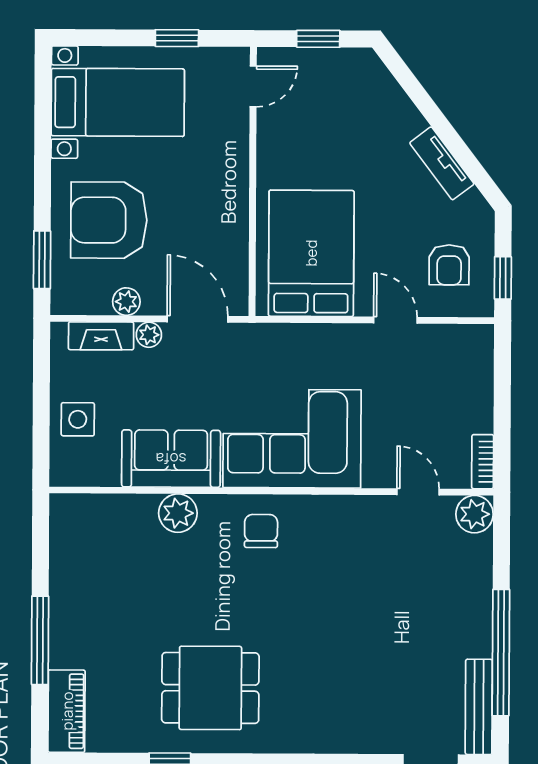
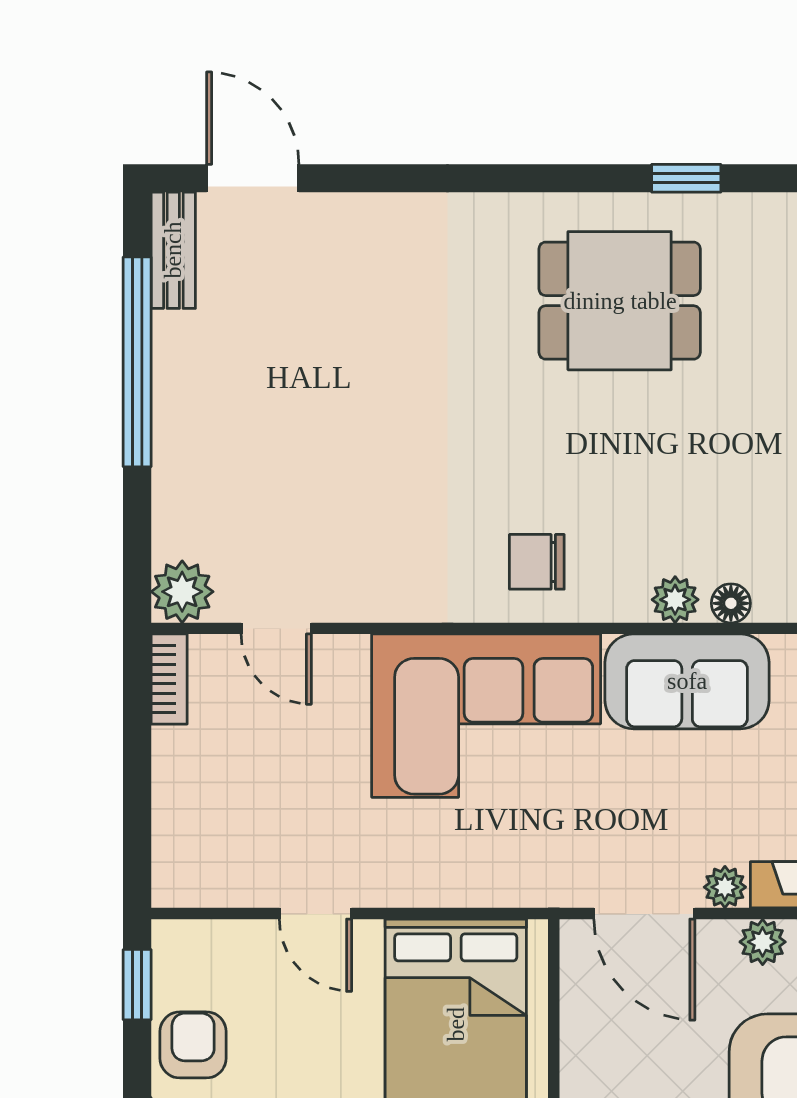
armchair: (449, 265) -> (193, 1045), moved
floor lamp: (144, 505) -> (731, 603), added
plant: (178, 513) -> (675, 600), width x0.73, depth x0.73
chair: (261, 531) -> (537, 562), turned 90
bench: (479, 707) -> (173, 250), width x0.73

